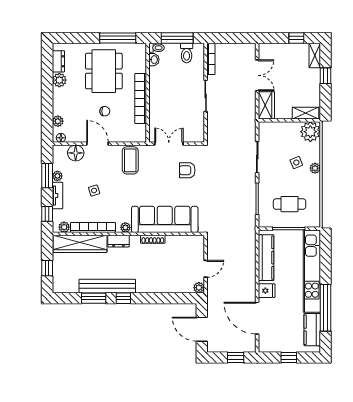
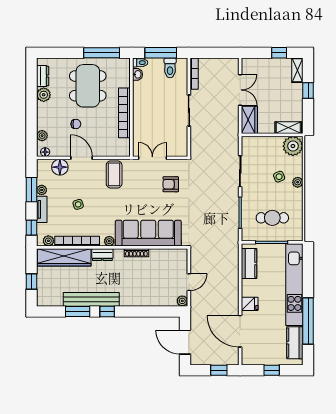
chair: (105, 111) -> (76, 124), moved
kitchen counter: (266, 258) -> (249, 263), width x0.67

